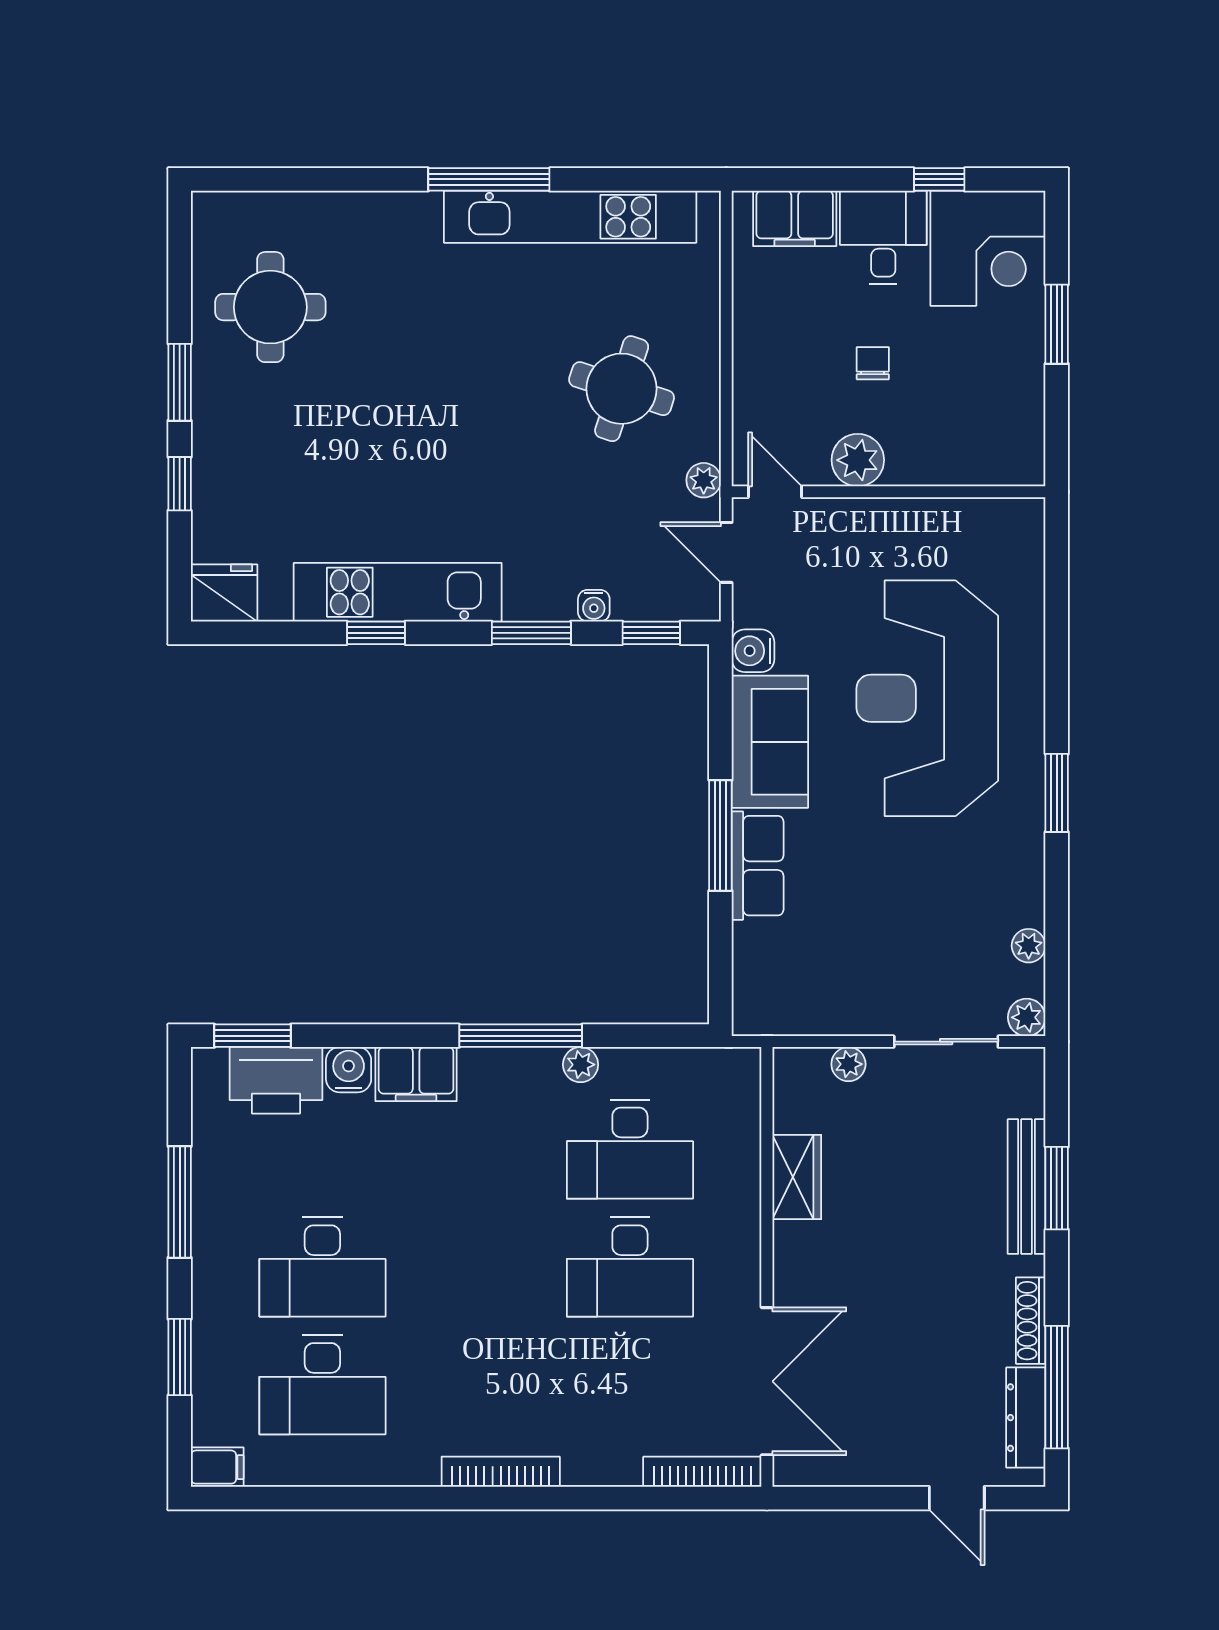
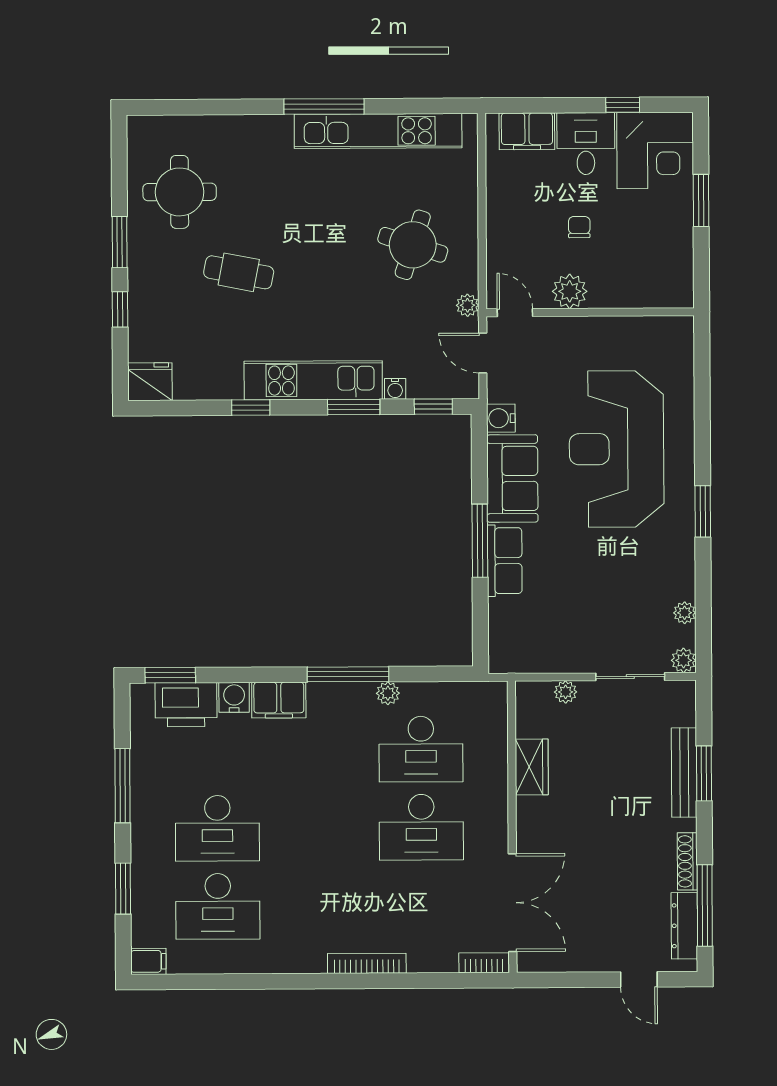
cafe table: (359, 429) -> (239, 272), added
kitchen unit: (398, 592) -> (313, 380), moved
bookcase: (501, 1472) -> (367, 963), moved
bookcase: (702, 1472) -> (484, 963), width x0.64

